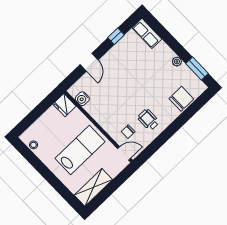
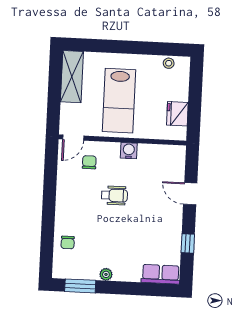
water cooler: (82, 99) -> (129, 151), moved
chair: (181, 99) -> (68, 243), width x0.54, depth x0.54
fridge: (64, 105) -> (177, 114), moved, turned -90
wheelchair: (148, 120) -> (114, 195), moved

